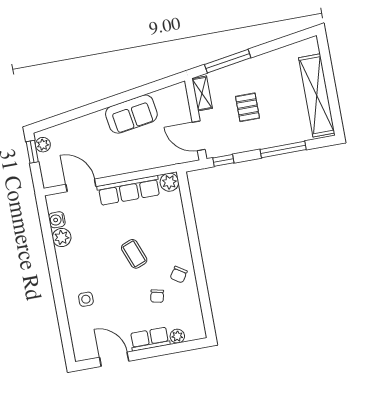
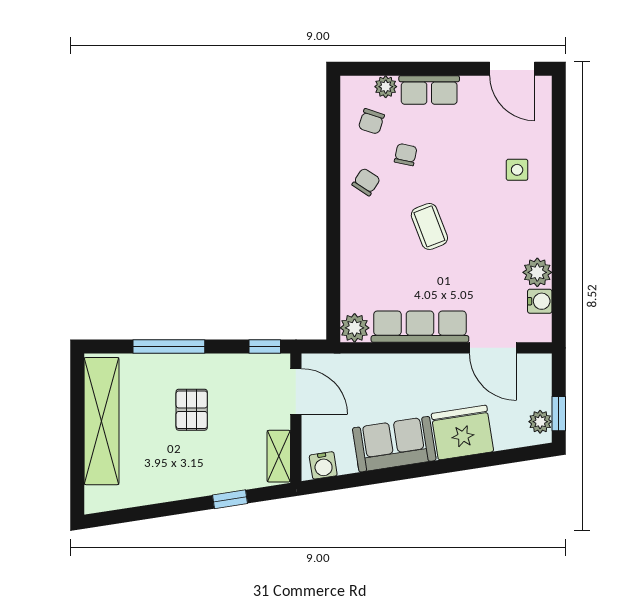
window: (228, 61) -> (230, 499), width x0.46
water cooler: (173, 93) -> (323, 465), added
pallet: (248, 107) -> (192, 410), moved
fridge: (90, 129) -> (462, 433), added
chair: (182, 313) -> (371, 121), added
door: (114, 359) -> (512, 69), moved

